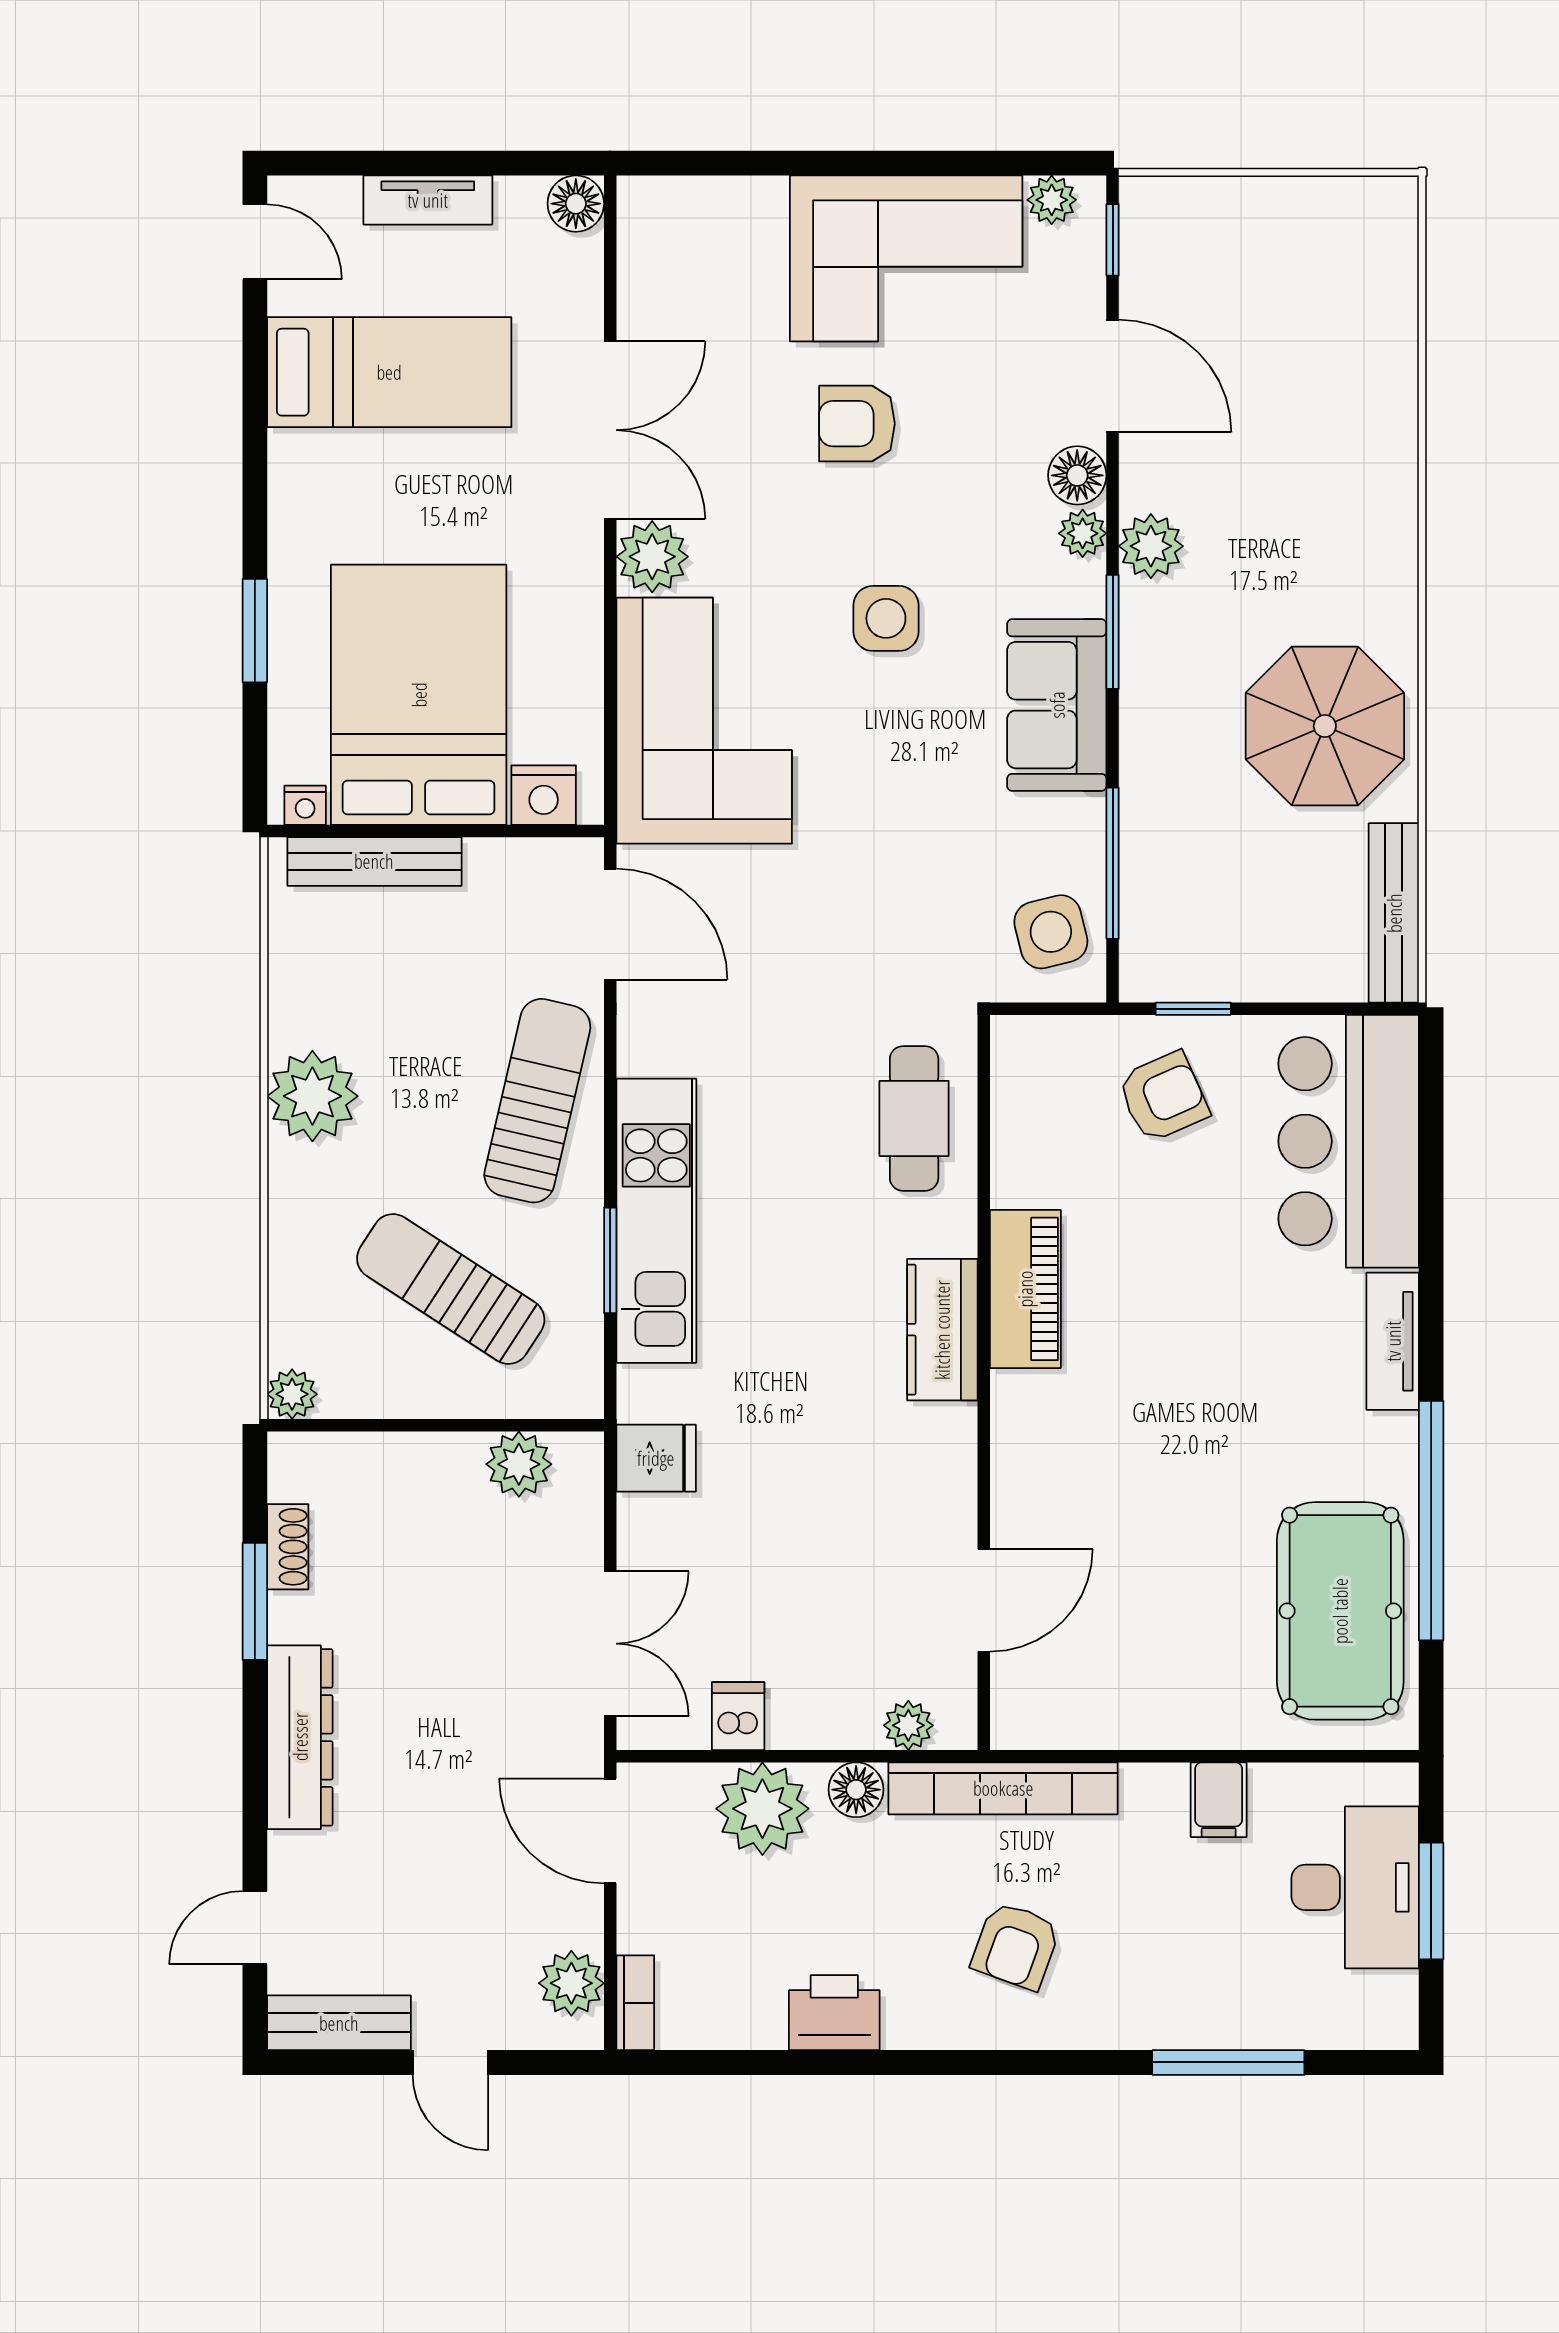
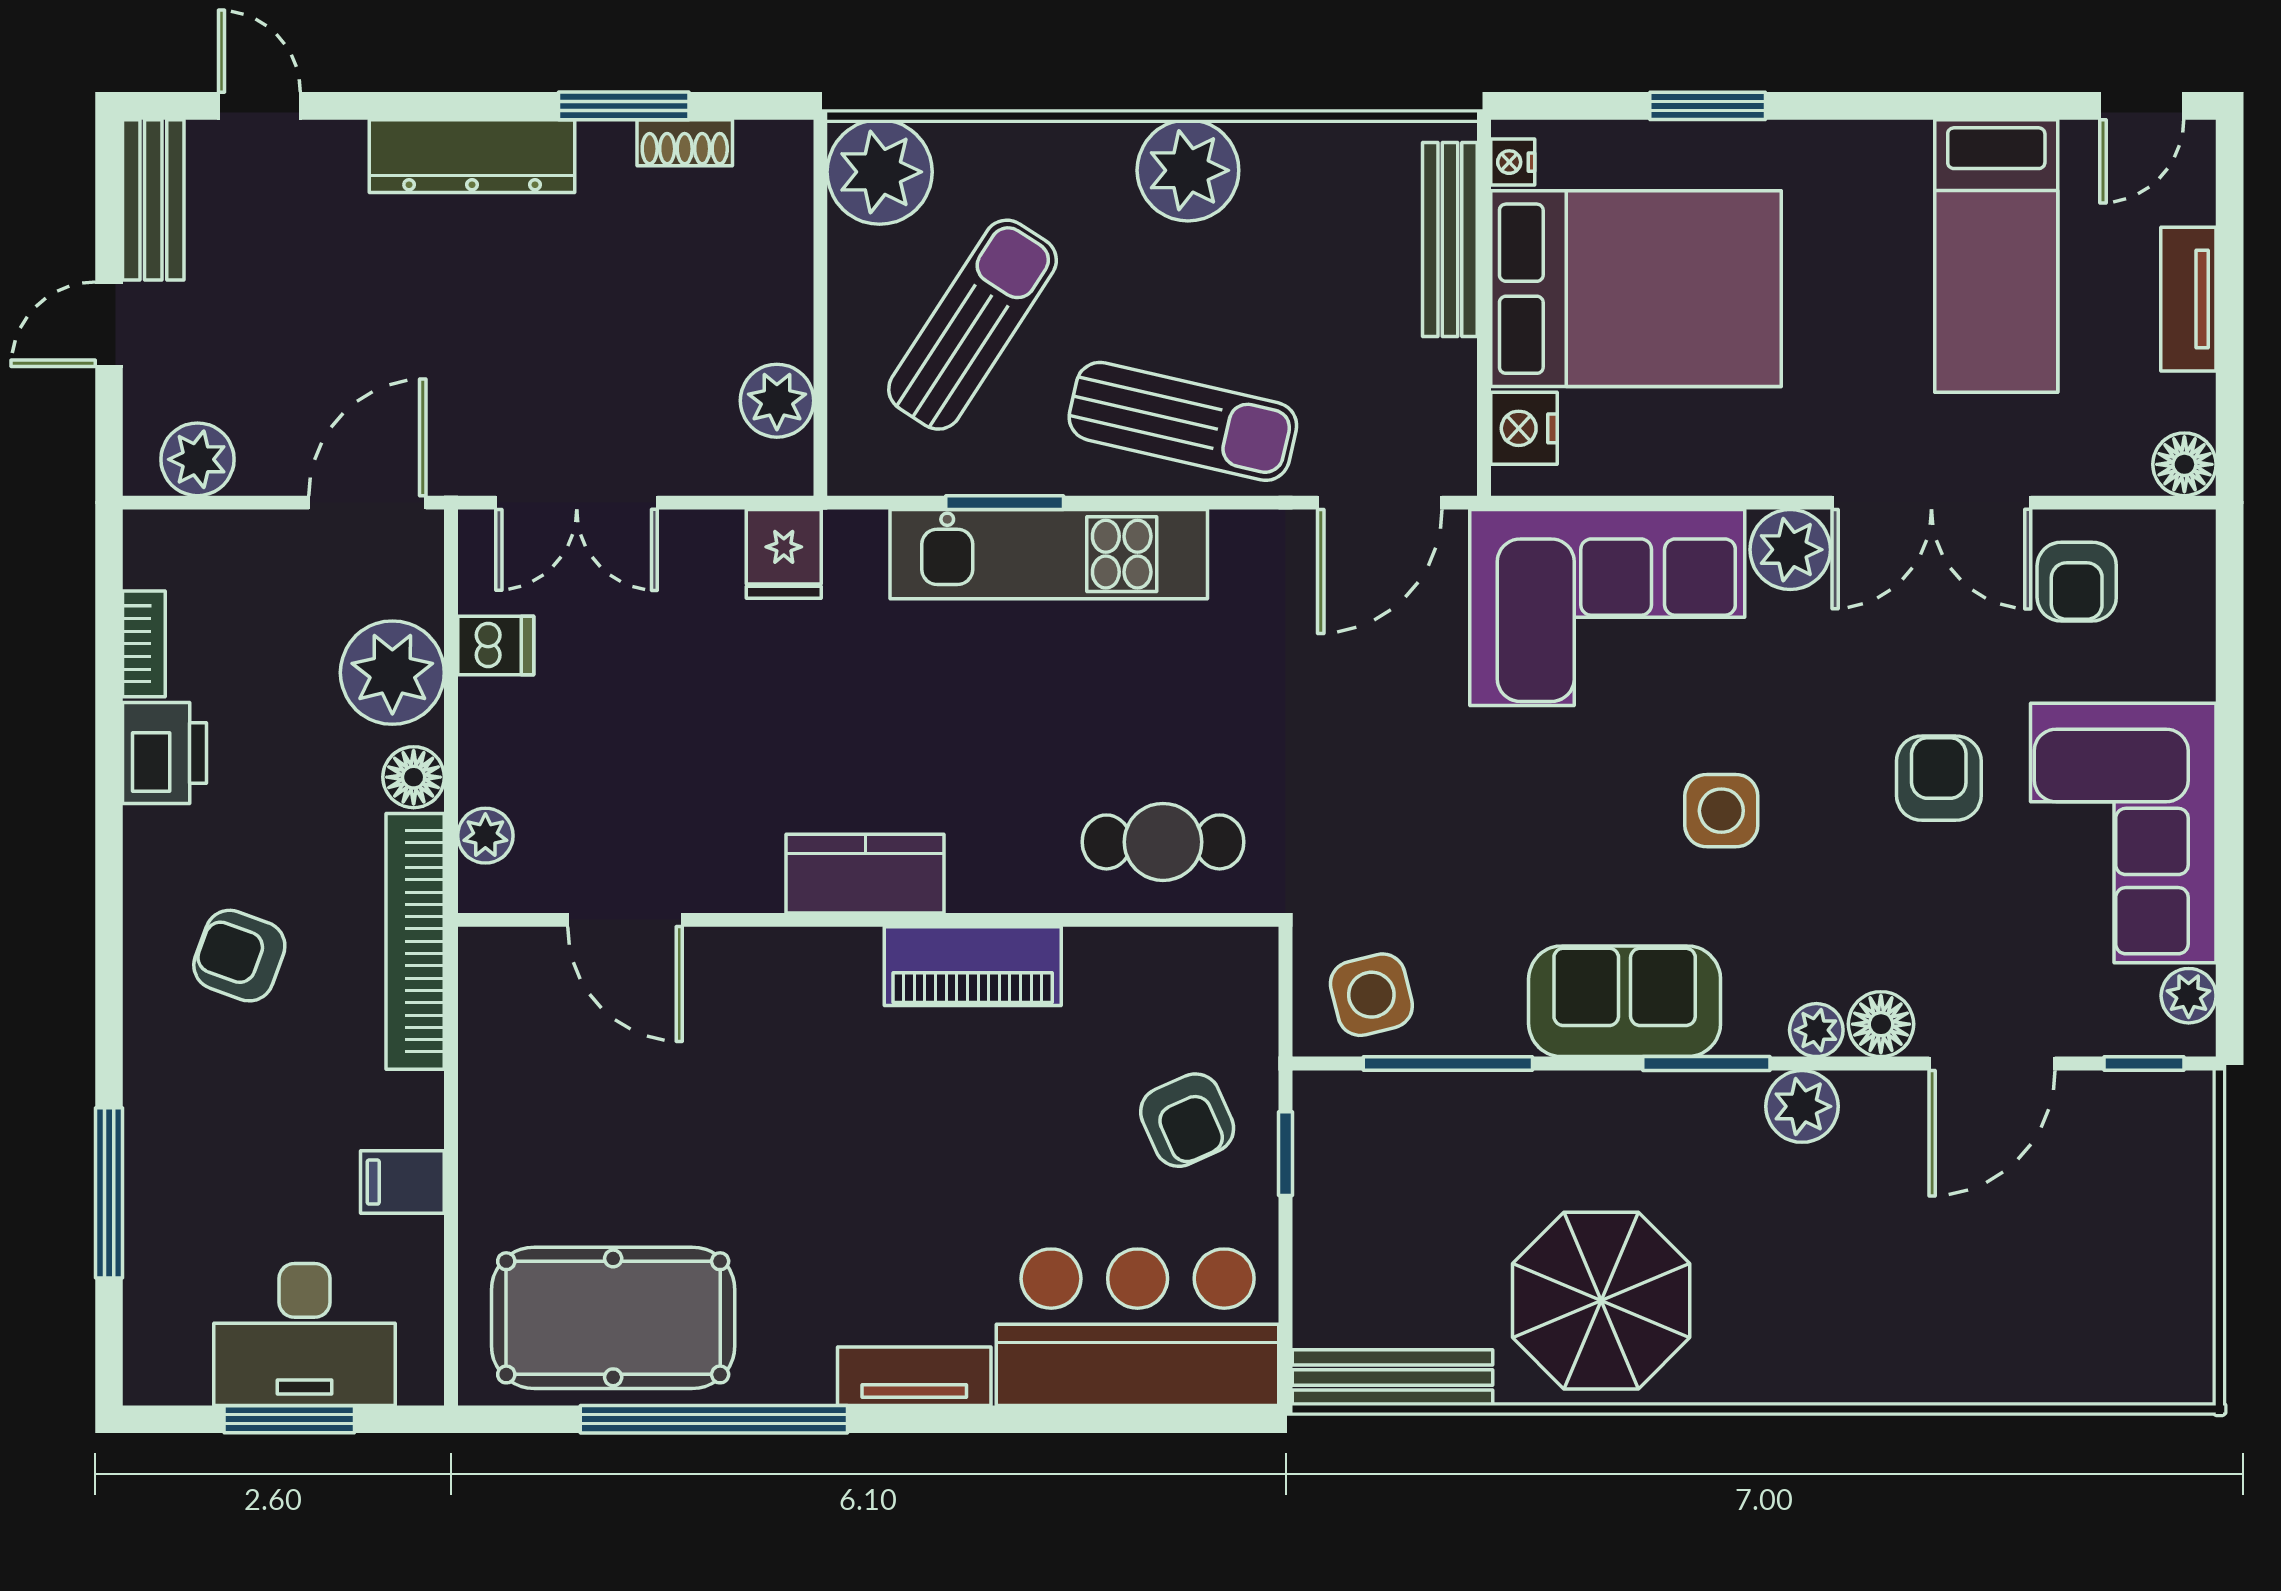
armchair: (681, 300) -> (2077, 582), added
kitchen counter: (942, 1330) -> (865, 874), moved
plant: (292, 1394) -> (880, 172), width x1.87, depth x1.87
bookcase: (635, 2003) -> (144, 644), moved, turned -90

